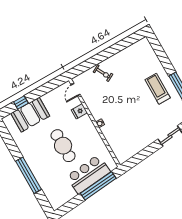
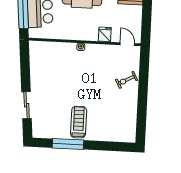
treadmill: (158, 89) -> (79, 122), turned -90

